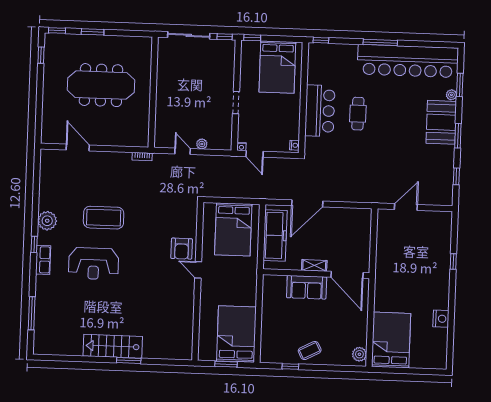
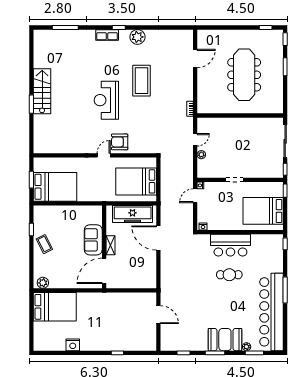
reception desk: (94, 264) -> (106, 100), moved

